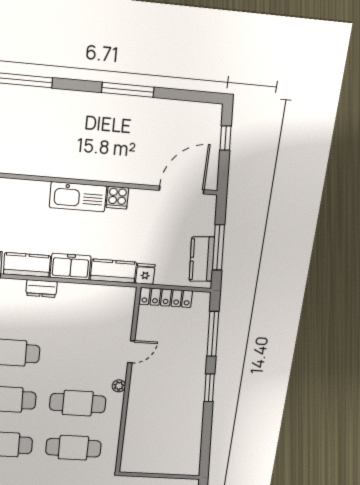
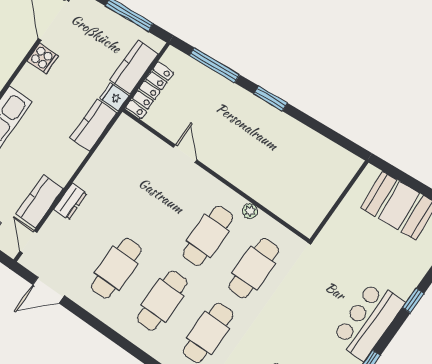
cooker: (117, 198) -> (43, 58), moved
kitchen counter: (202, 259) -> (134, 67), moved, turned 94
freezer: (71, 267) -> (65, 162), removed
plant: (119, 386) -> (250, 211), moved

